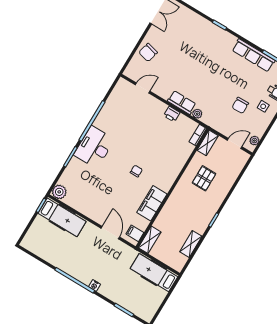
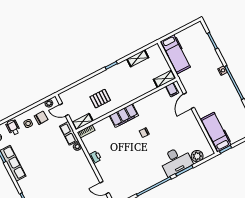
row of seats: (182, 102) -> (69, 133), moved
chair: (240, 105) -> (41, 118), moved
desk: (94, 147) -> (176, 161), moved
plant: (59, 192) -> (197, 156), moved
filing cabinet: (152, 203) -> (124, 116), moved

